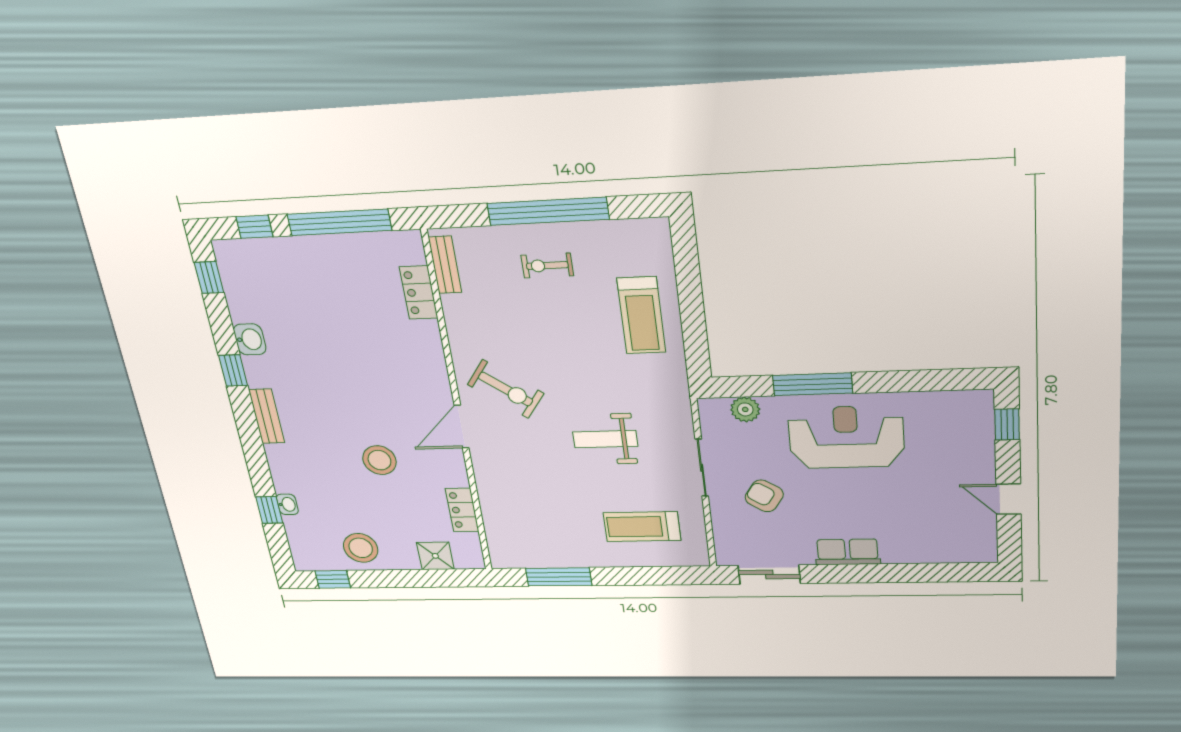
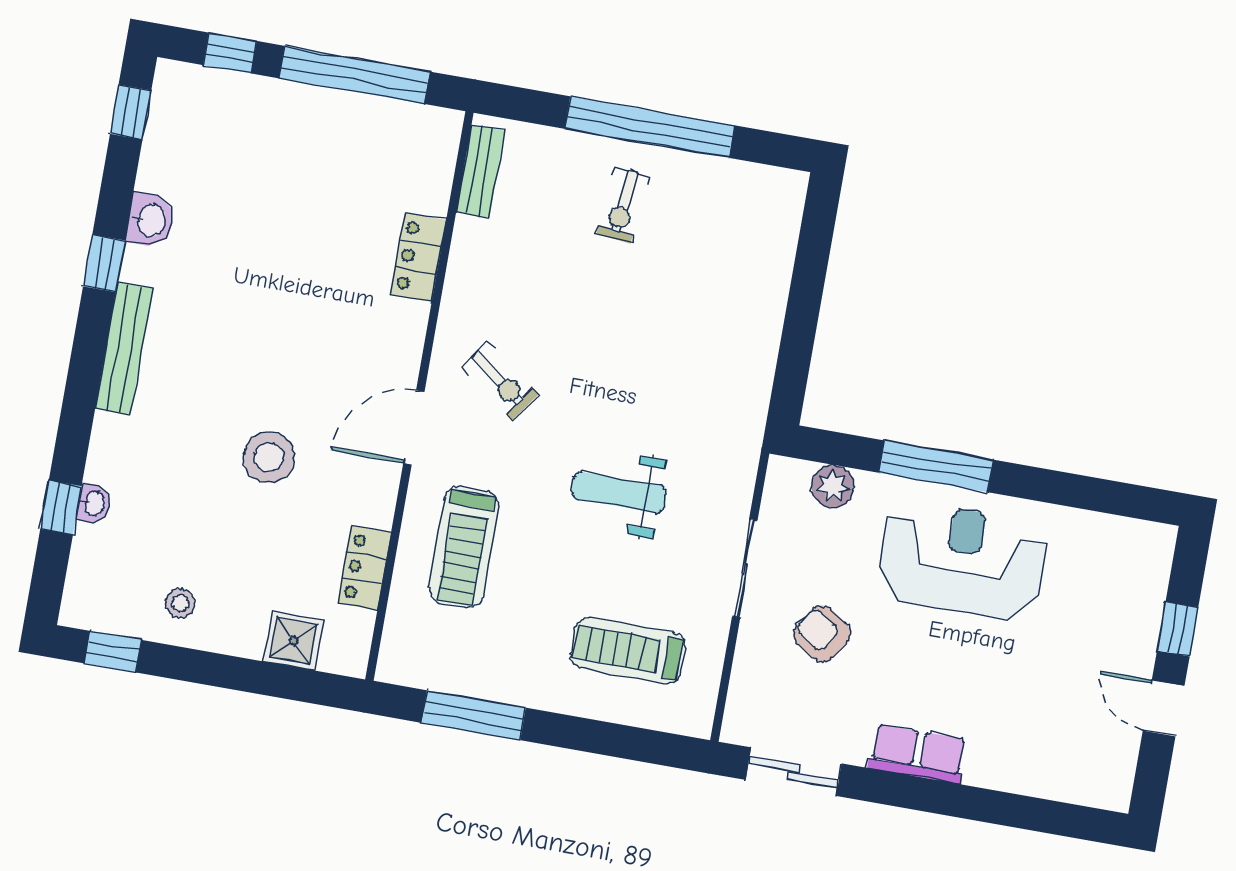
exercise bike: (547, 265) -> (623, 205), turned -84
locker: (419, 293) -> (418, 257), moved
treadmill: (641, 315) -> (464, 547), moved
exercise bike: (506, 389) -> (500, 381), width x0.73, depth x0.72
bench: (267, 416) -> (124, 348), width x1.36
window: (1007, 424) -> (1178, 629), moved
stool: (361, 548) -> (180, 603), width x0.53, depth x0.53

